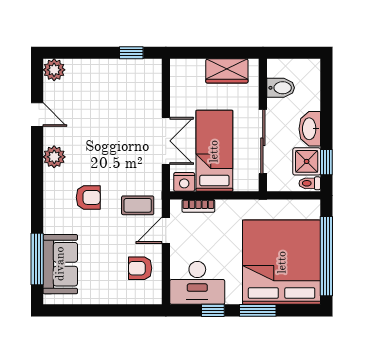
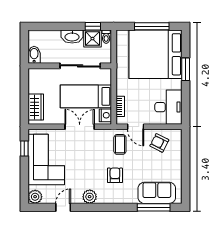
wardrobe: (227, 71) -> (36, 107), moved
corner sofa: (114, 88) -> (46, 159), added
bidet: (281, 88) -> (34, 55), moved
window: (326, 256) -> (152, 26), width x0.68
armchair: (140, 268) -> (159, 143), turned 117
window: (213, 310) -> (186, 97), removed

